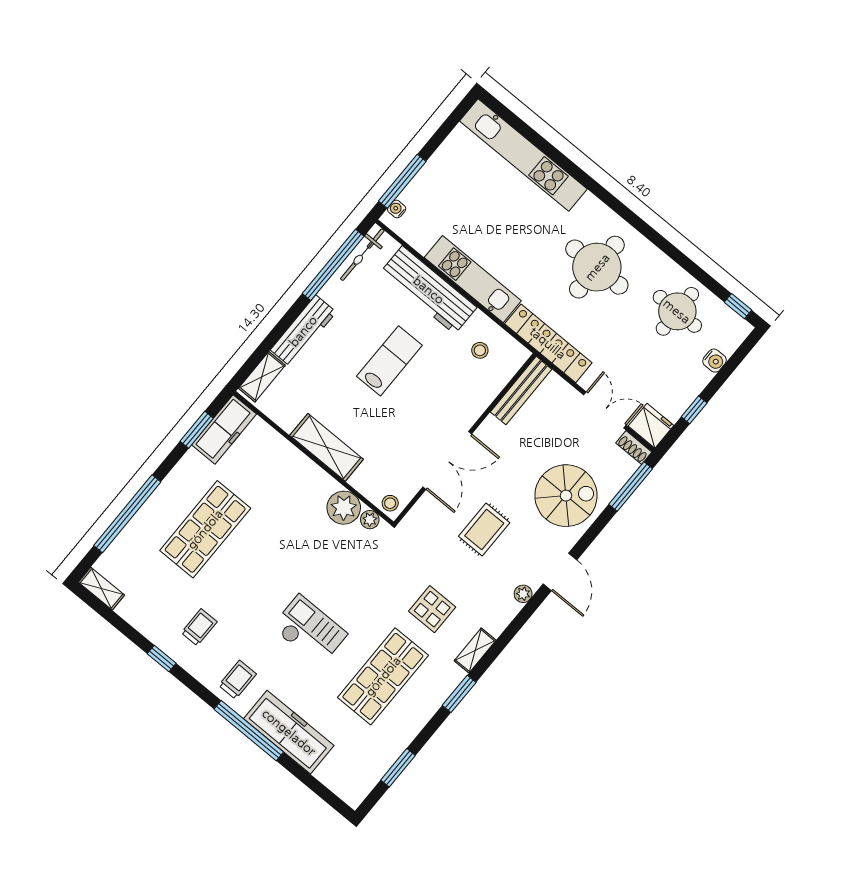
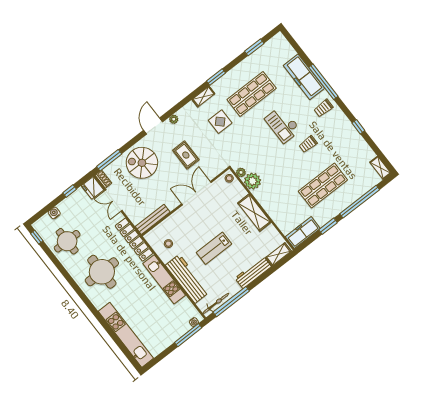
window: (197, 430) -> (328, 226), moved
rug: (484, 529) -> (186, 155), turned 90
trolley: (199, 627) -> (308, 144), moved

